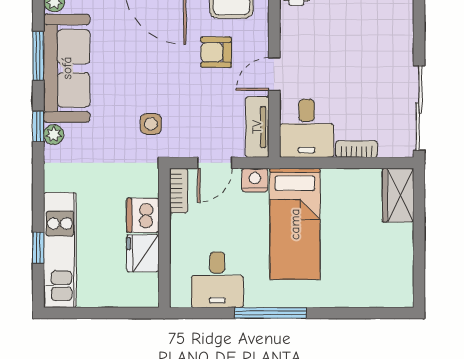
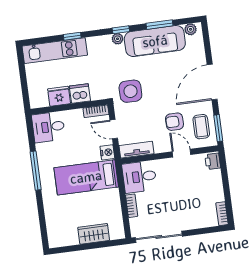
armchair: (216, 52) -> (174, 122), turned -90
door: (274, 74) -> (182, 153), moved
side table: (151, 124) -> (130, 91), width x1.87, depth x1.87
wardrobe: (398, 195) -> (94, 234), moved
window: (38, 248) -> (72, 36), moved
desk: (217, 280) -> (48, 127), moved

